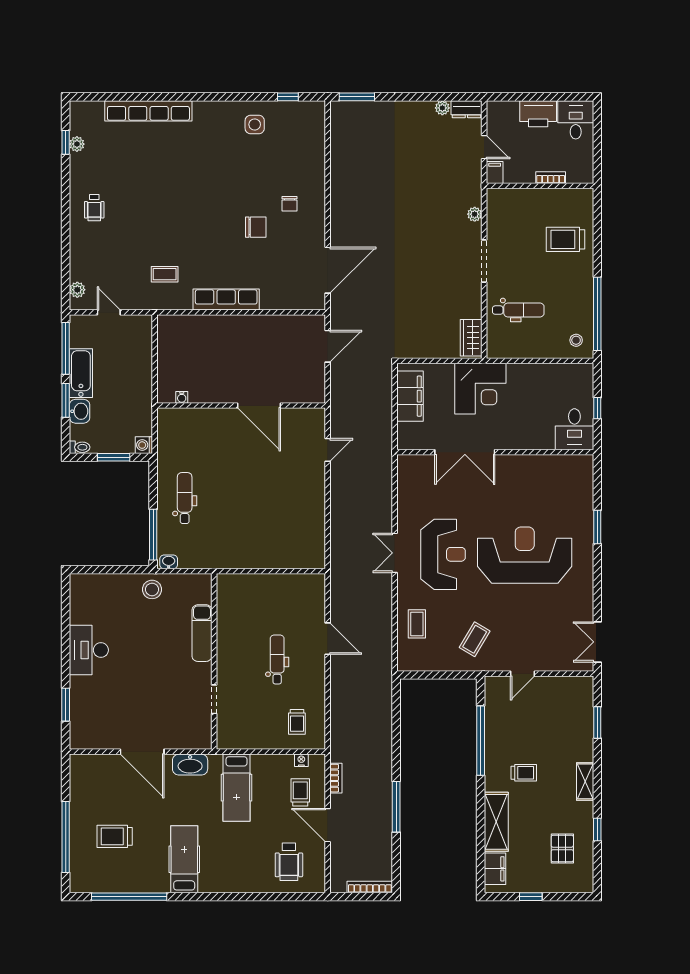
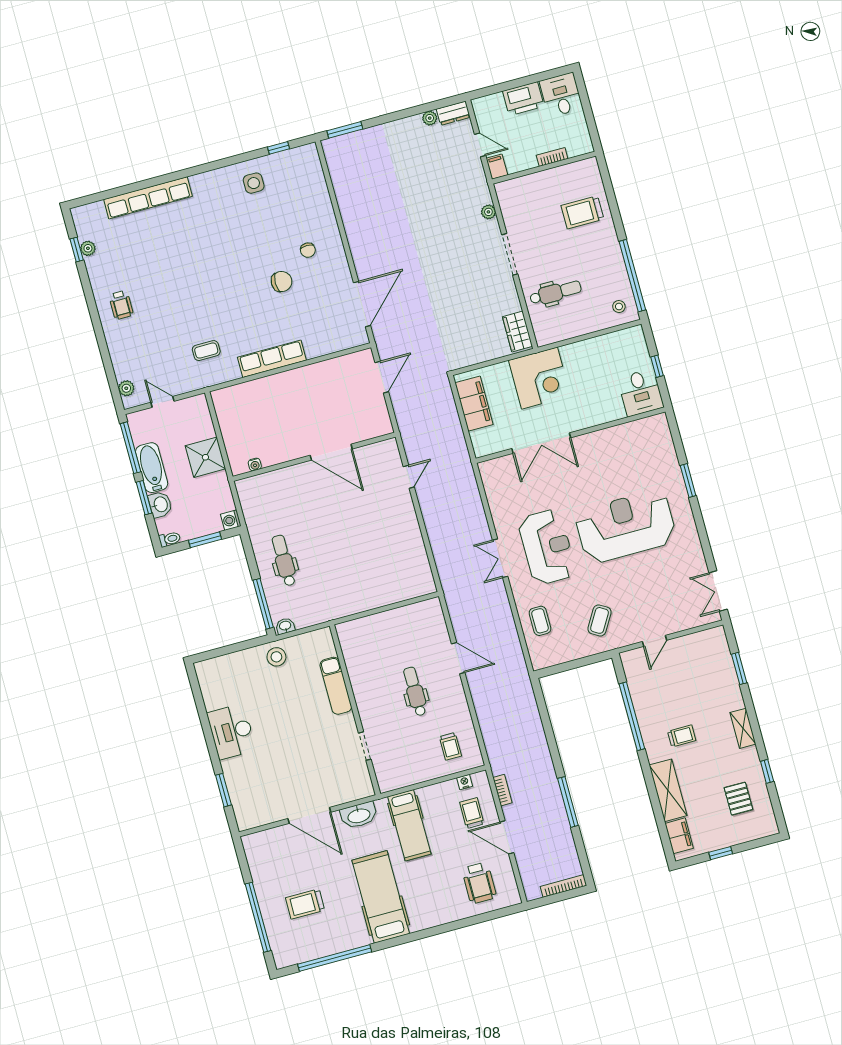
shower: (136, 377) -> (205, 457), added
hospital bed: (184, 859) -> (381, 897), width x1.37, depth x1.29

